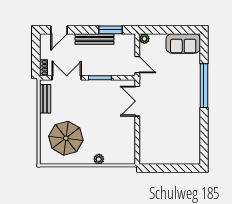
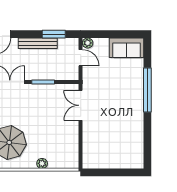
door: (137, 65) -> (81, 58), moved

